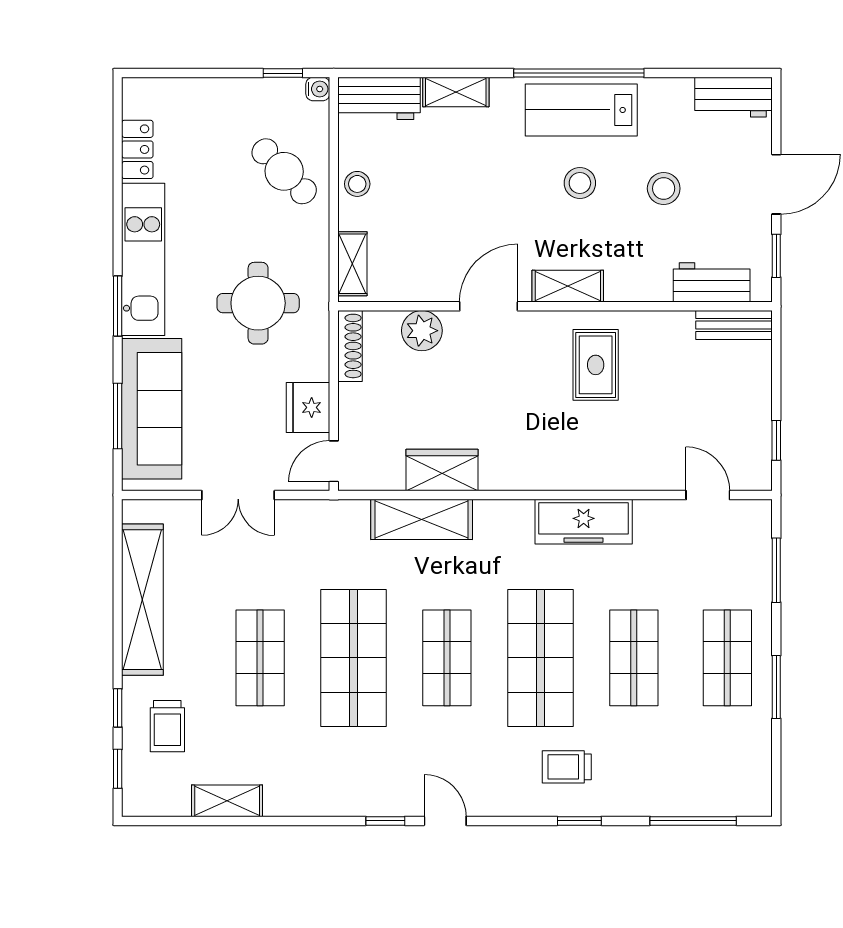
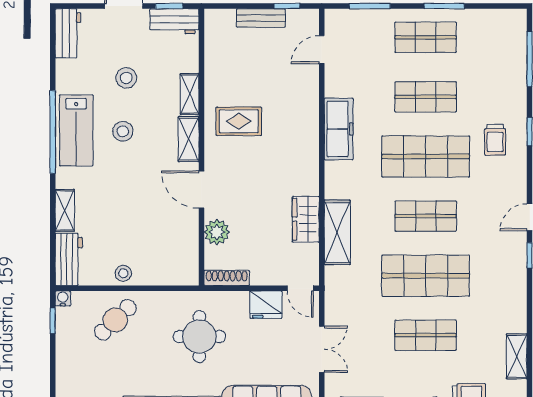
shelving: (352, 264) -> (190, 94), moved, turned 90
workbench: (712, 282) -> (174, 21), moved, turned -90
bench: (734, 325) -> (261, 18), moved, turned 90

